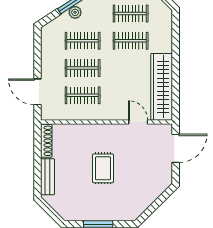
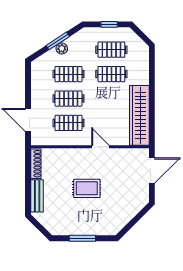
door: (138, 122) -> (100, 147), moved
rug: (103, 168) -> (87, 188), turned 90

